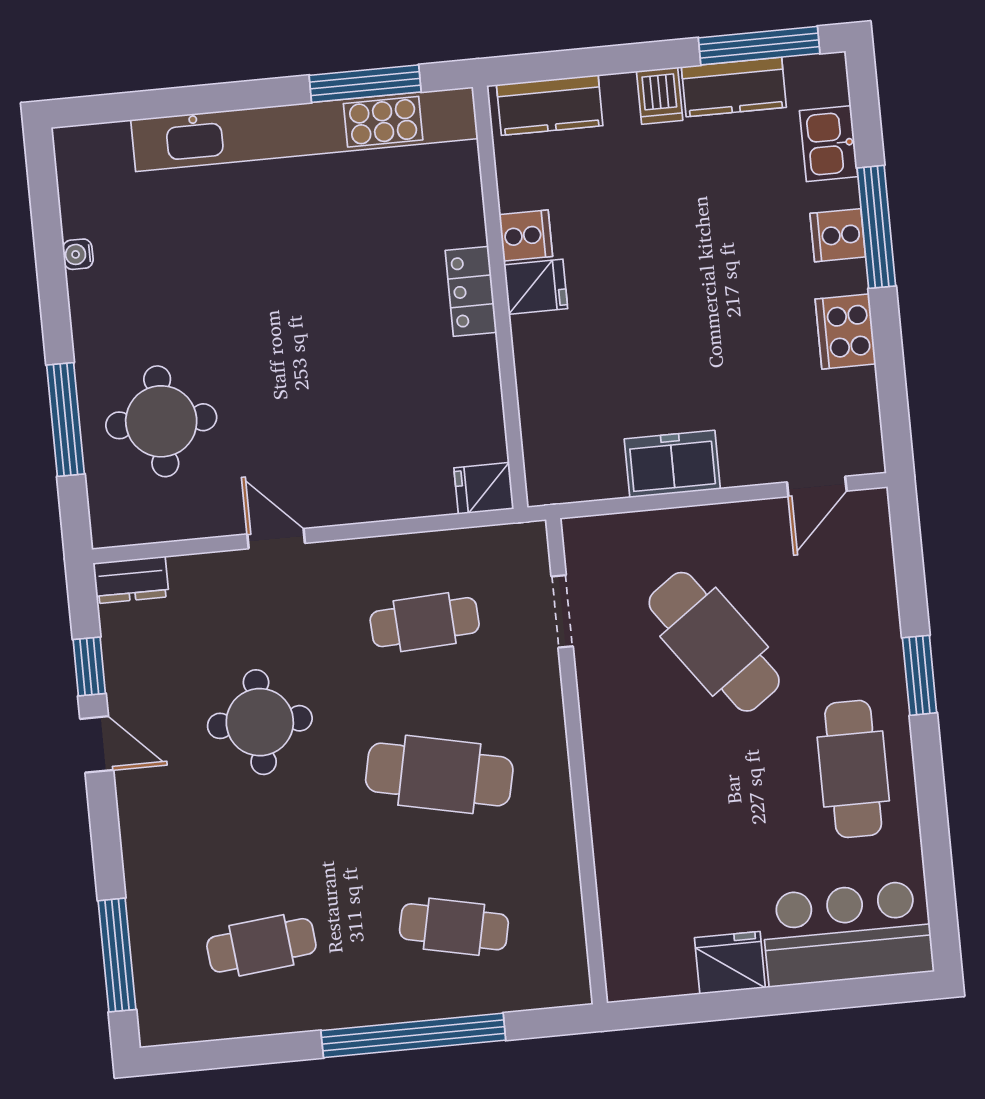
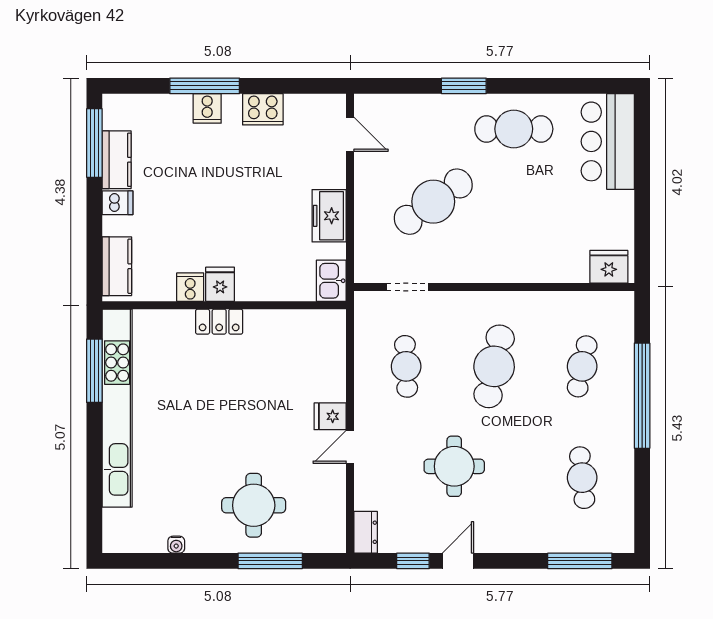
kitchen sink: (829, 144) -> (331, 281), moved, turned 90
round table: (161, 421) -> (254, 505), moved
fridge: (484, 488) -> (330, 416), moved, turned 90
fridge: (730, 963) -> (609, 267), moved, turned 90

